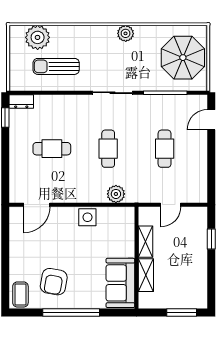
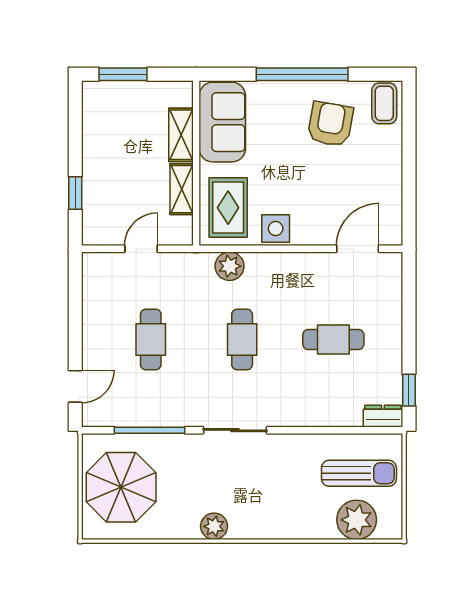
sun lounger: (56, 66) -> (359, 473), moved
rug: (117, 230) -> (228, 208), added

